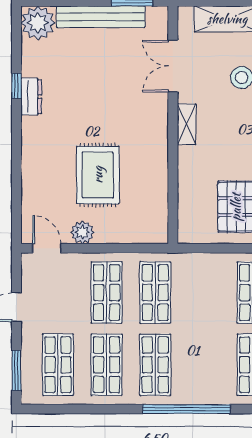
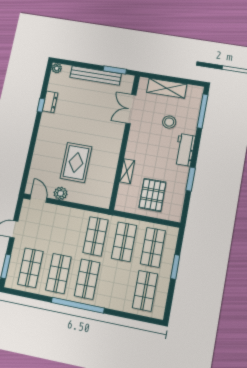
plant: (38, 23) -> (57, 68), width x0.53, depth x0.53
dresser: (31, 97) -> (50, 102), moved
shelving: (187, 124) -> (127, 171), moved
shop shelf: (107, 293) -> (124, 242), moved
window: (186, 409) -> (78, 305), moved

